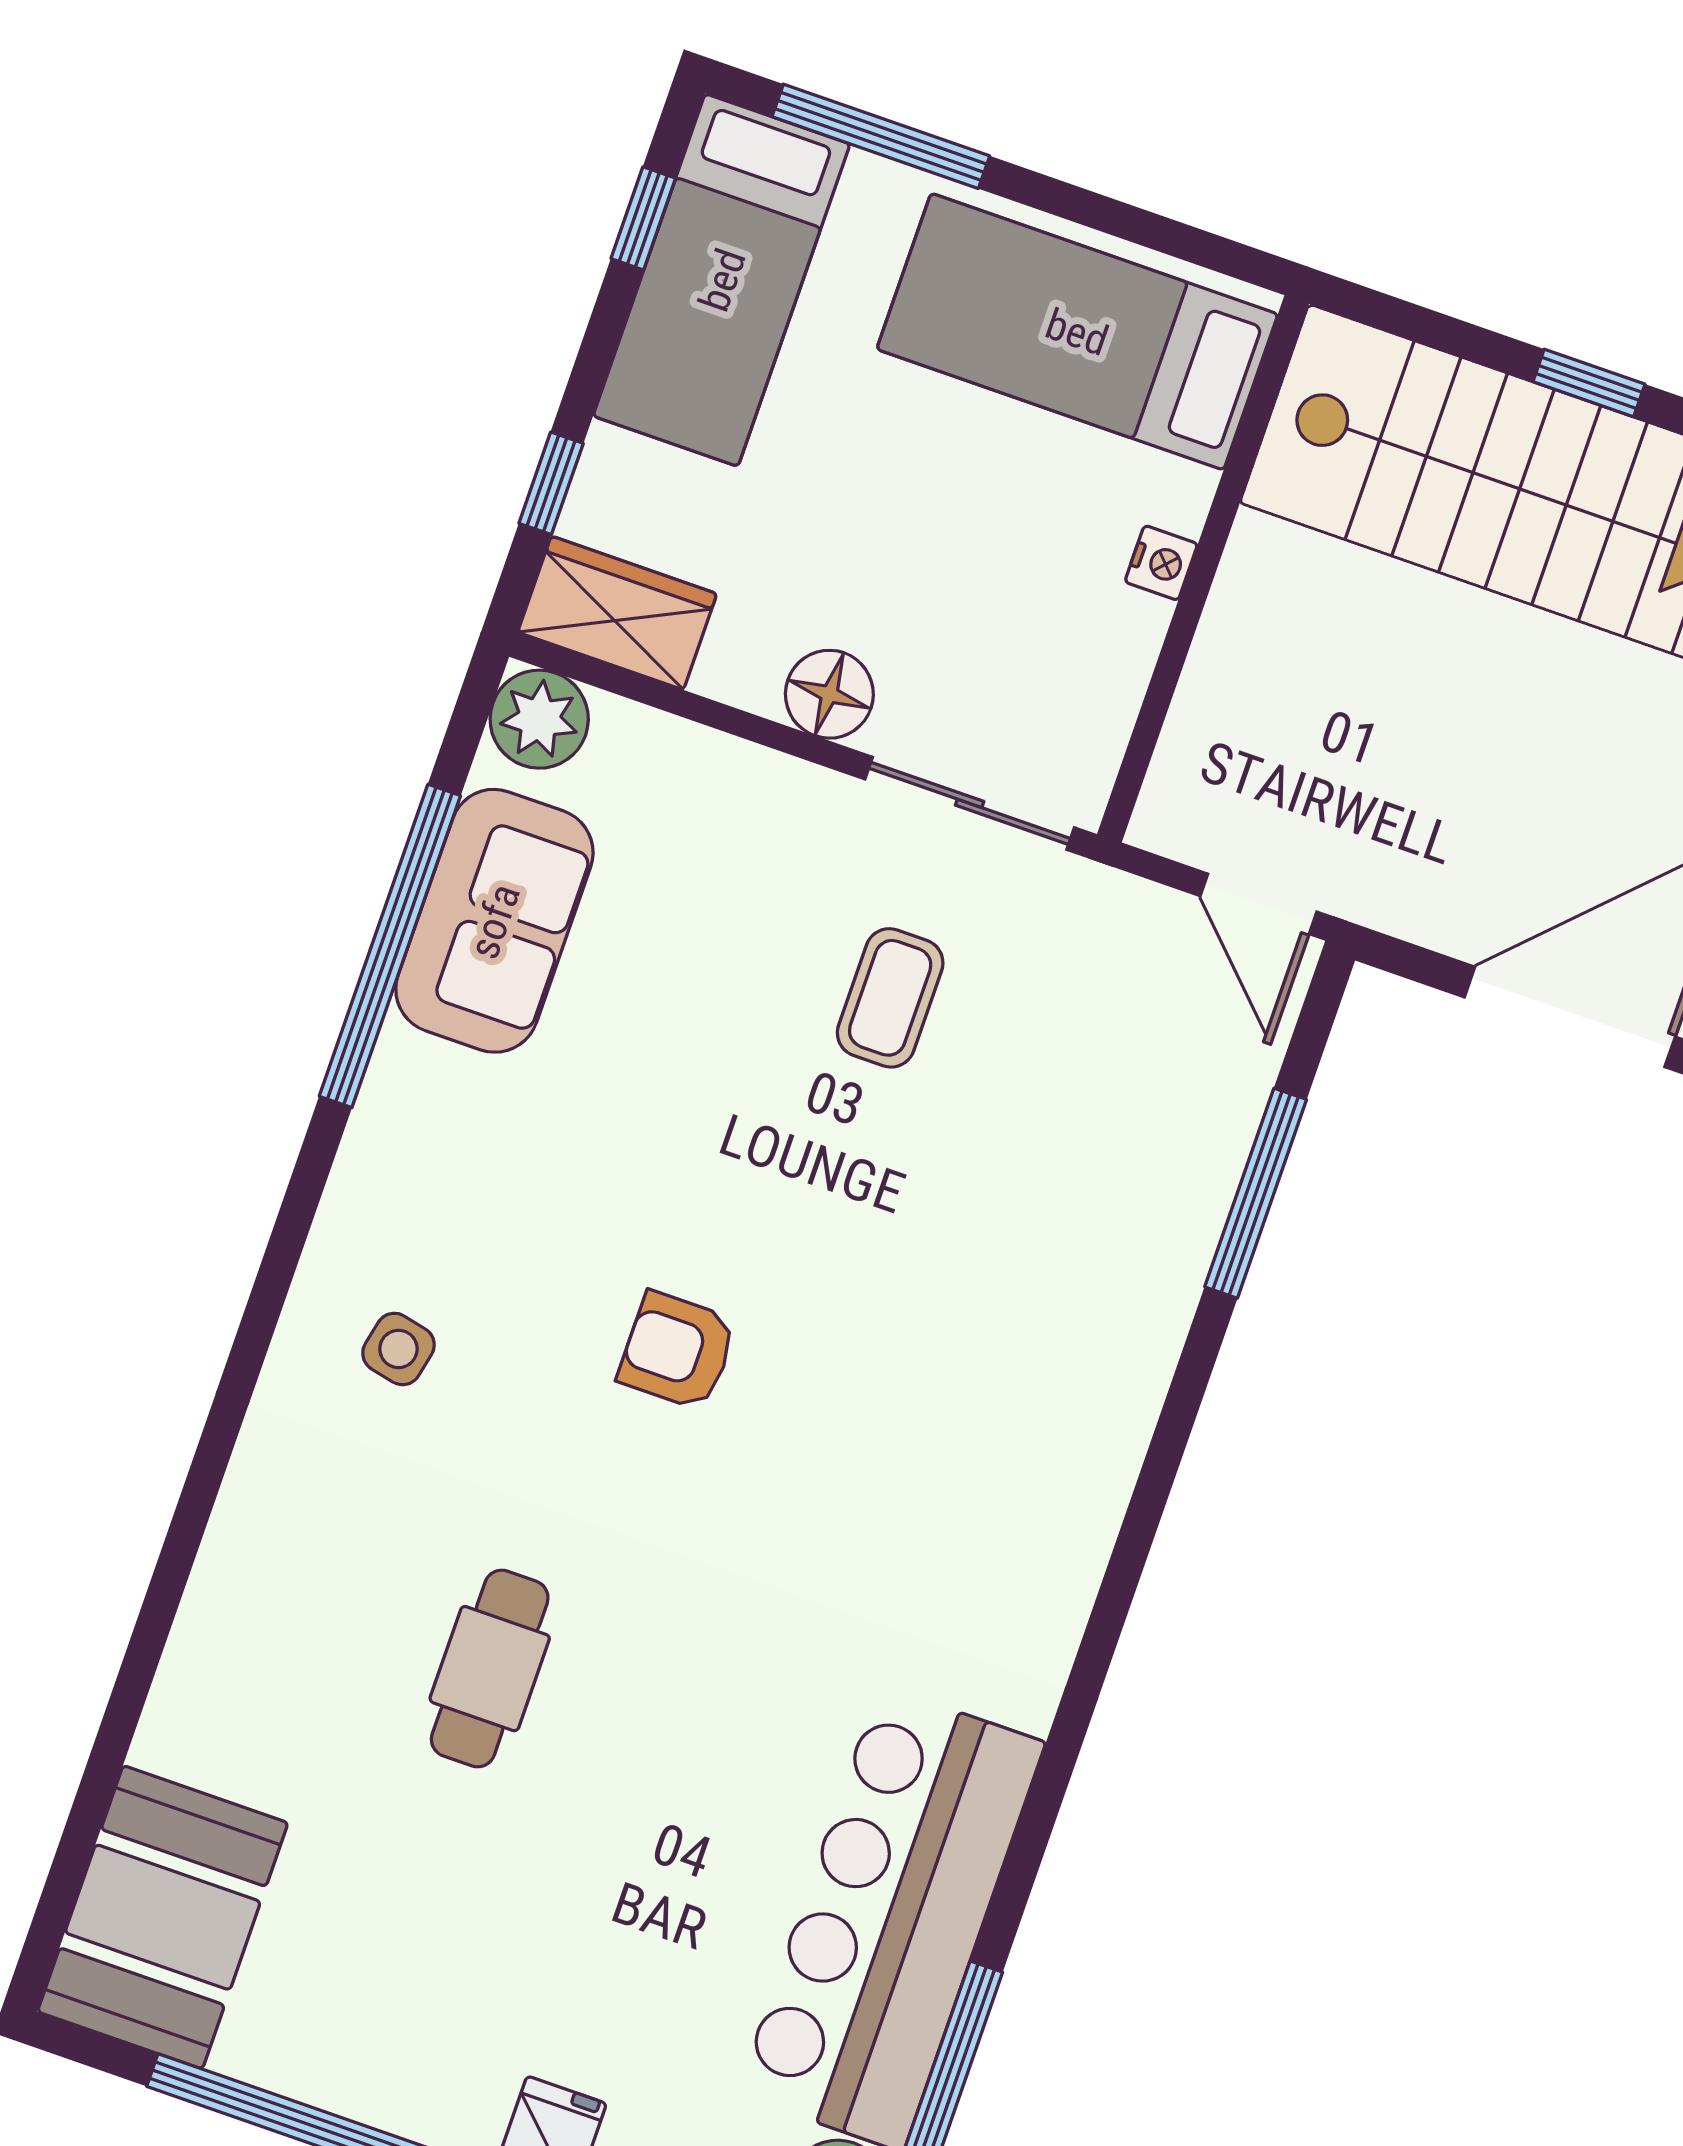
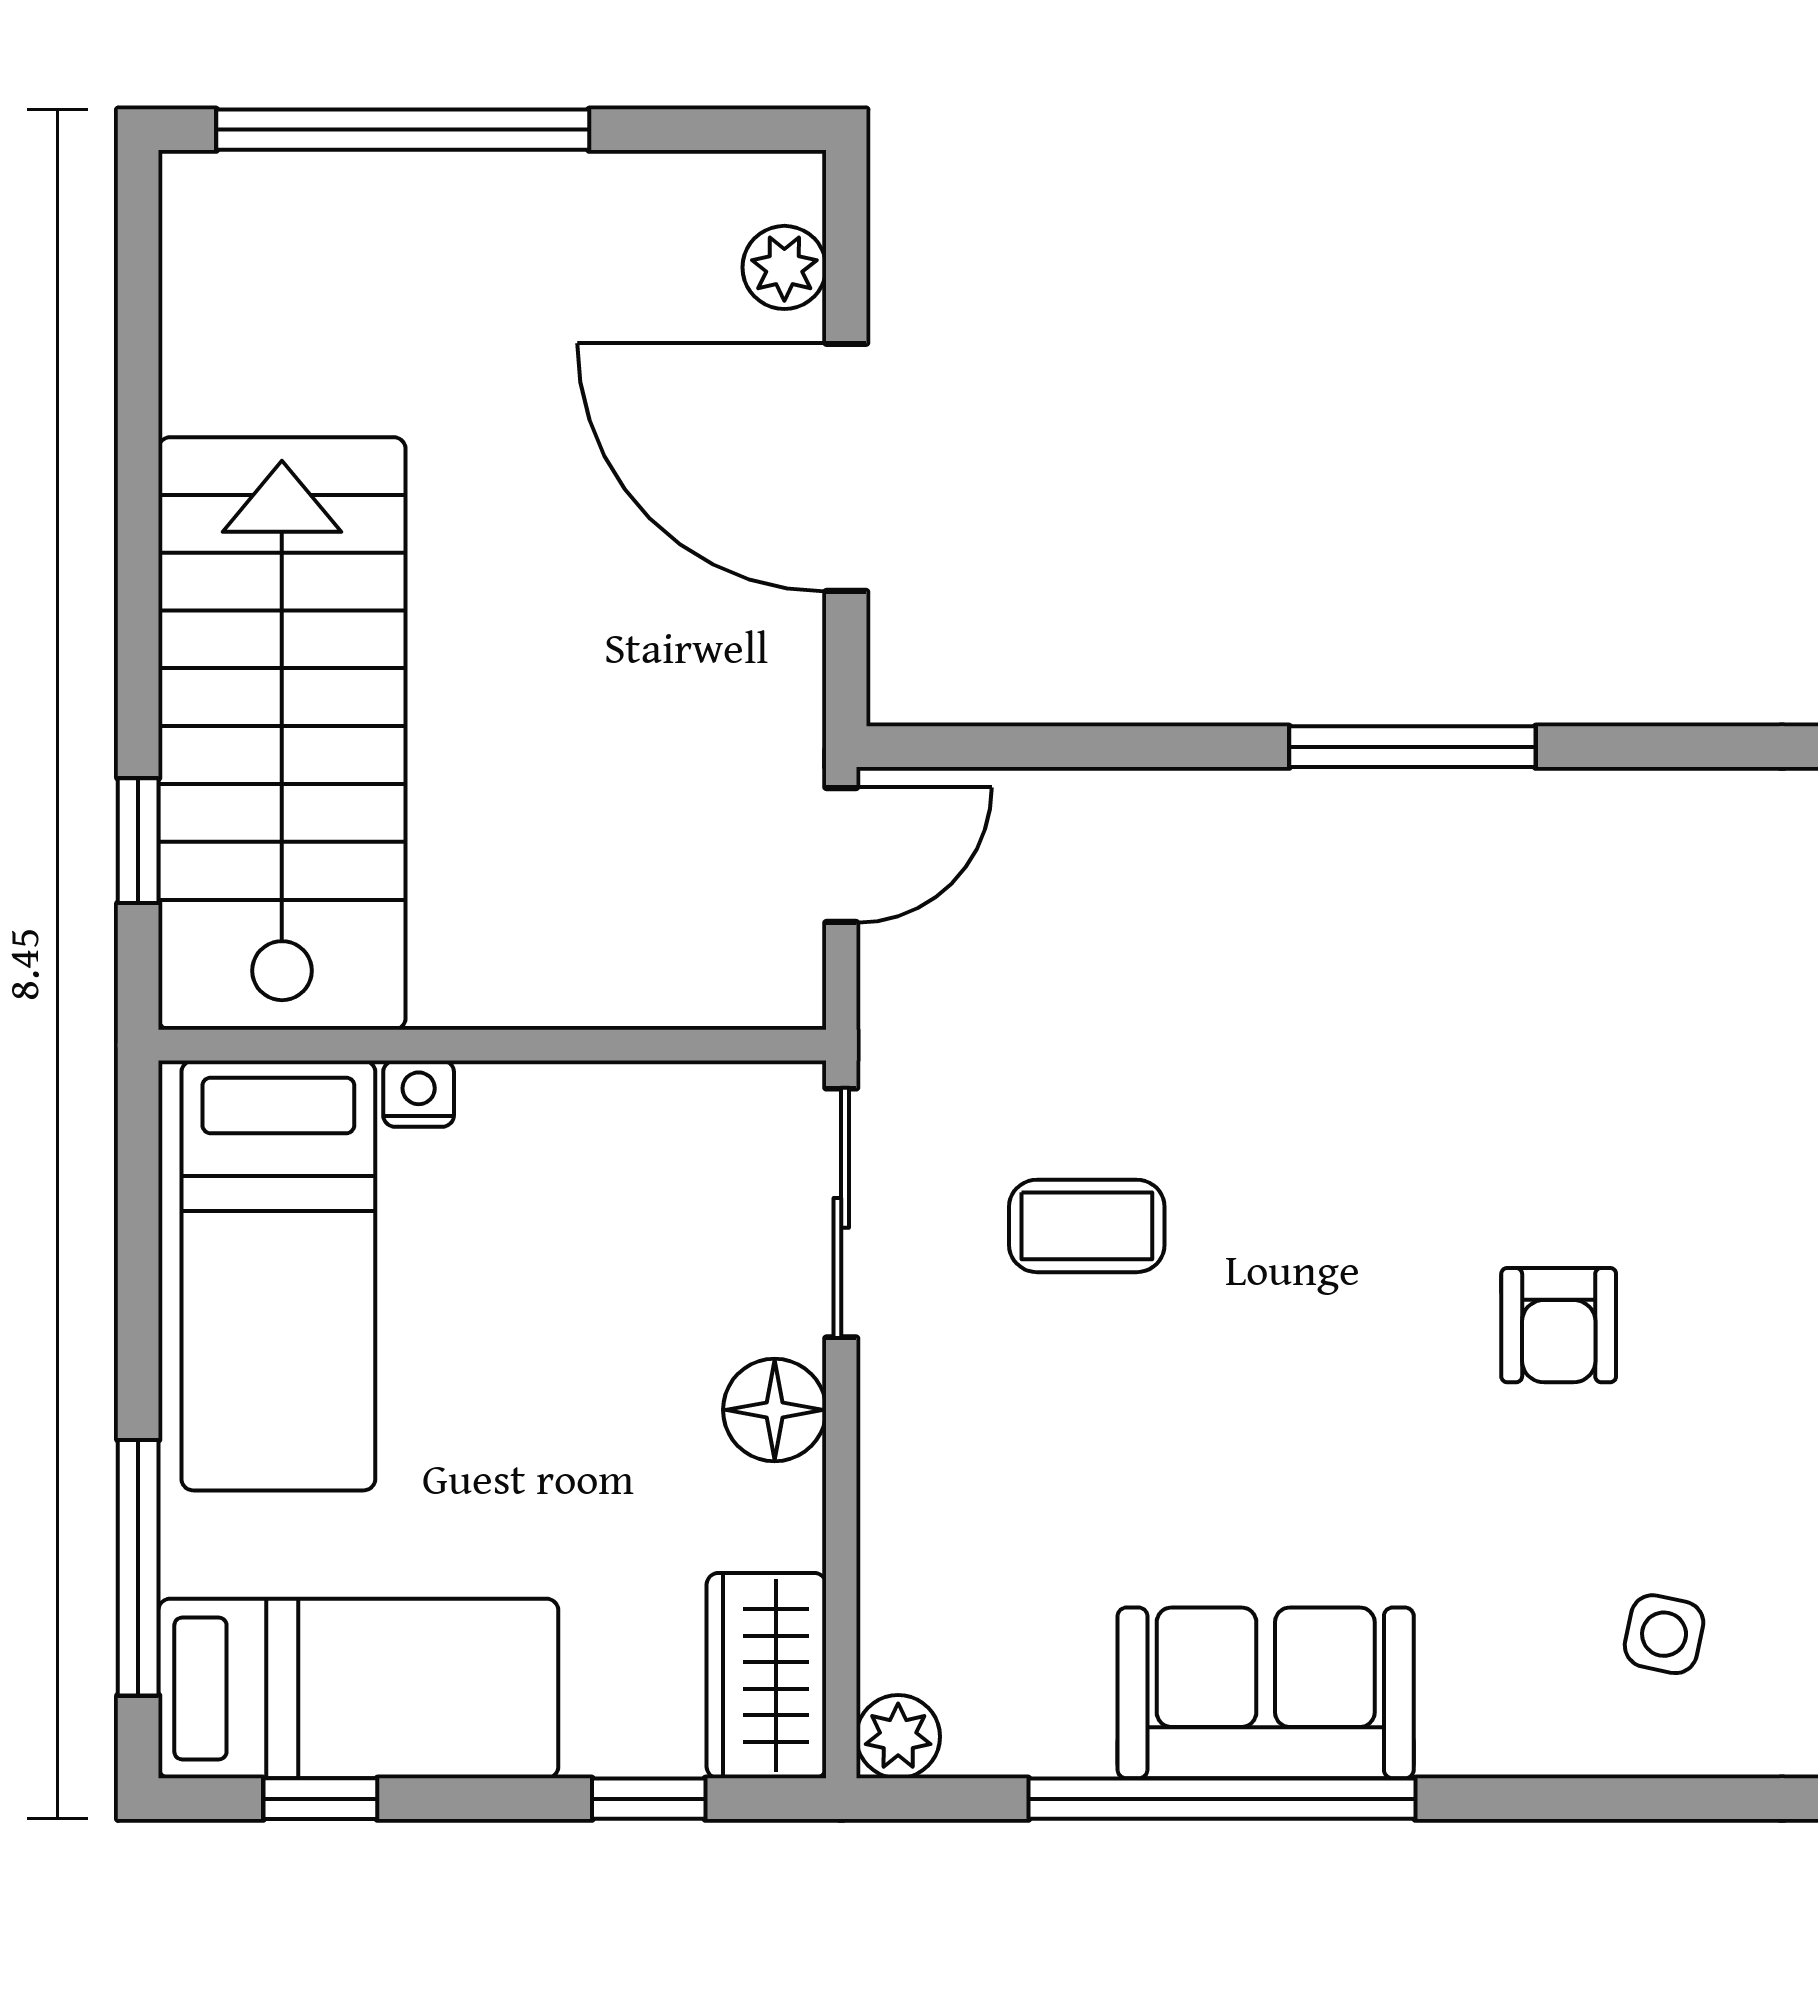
window: (1589, 383) -> (138, 841), moved
nightstand: (1161, 563) -> (419, 1094), moved
plant: (539, 719) -> (898, 1737), width x0.73, depth x0.73
sofa: (494, 921) -> (1266, 1693), moved
window: (1256, 1193) -> (1412, 747), moved

